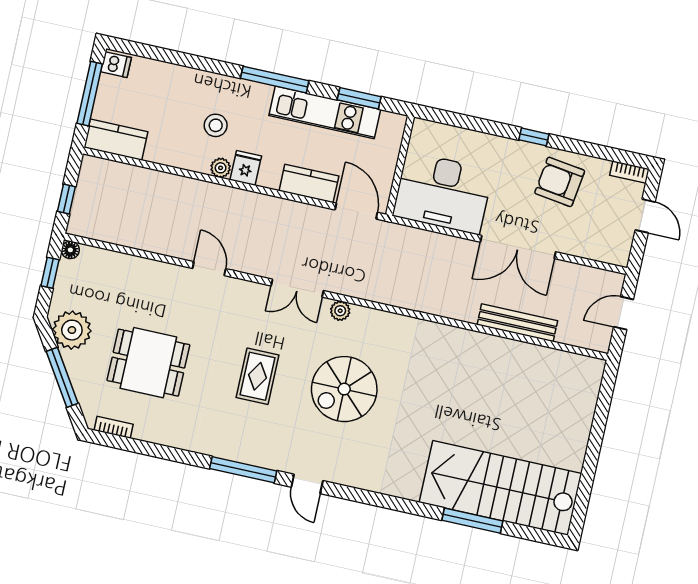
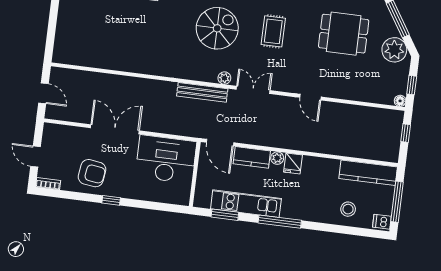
stool: (216, 125) -> (348, 209), moved
kitchen counter: (116, 140) -> (368, 173), width x1.50
plant: (221, 168) -> (277, 158), moved
door: (624, 313) -> (43, 93), hinge flipped
bench: (517, 323) -> (202, 92), moved

